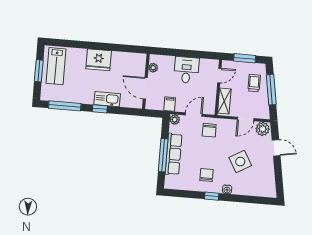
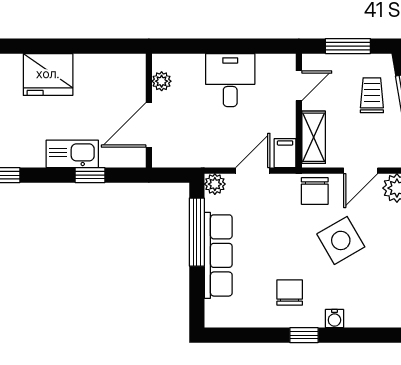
door: (145, 88) -> (149, 125), hinge flipped
filing cabinet: (170, 104) -> (285, 153), moved
window: (100, 109) -> (90, 175), moved
chair: (209, 130) -> (315, 191), moved
window: (163, 155) -> (197, 232), moved
side table: (240, 162) -> (341, 240), moved

